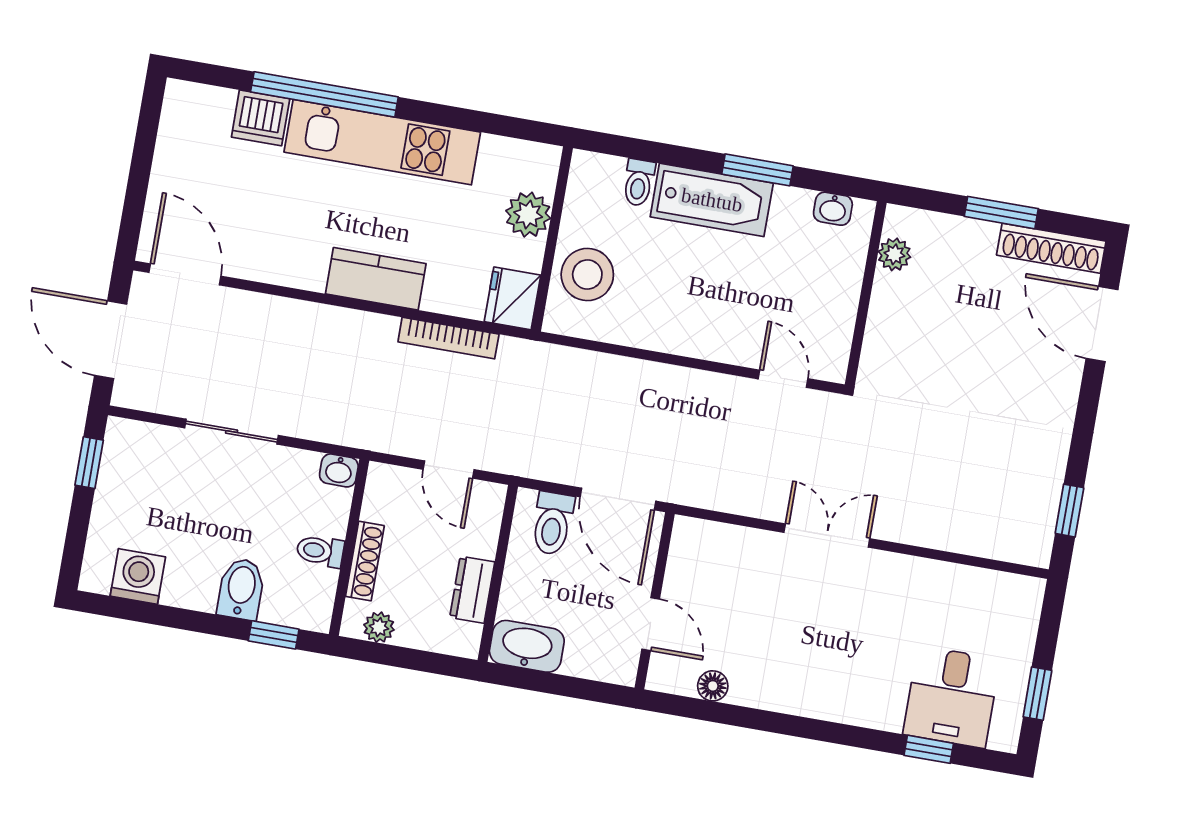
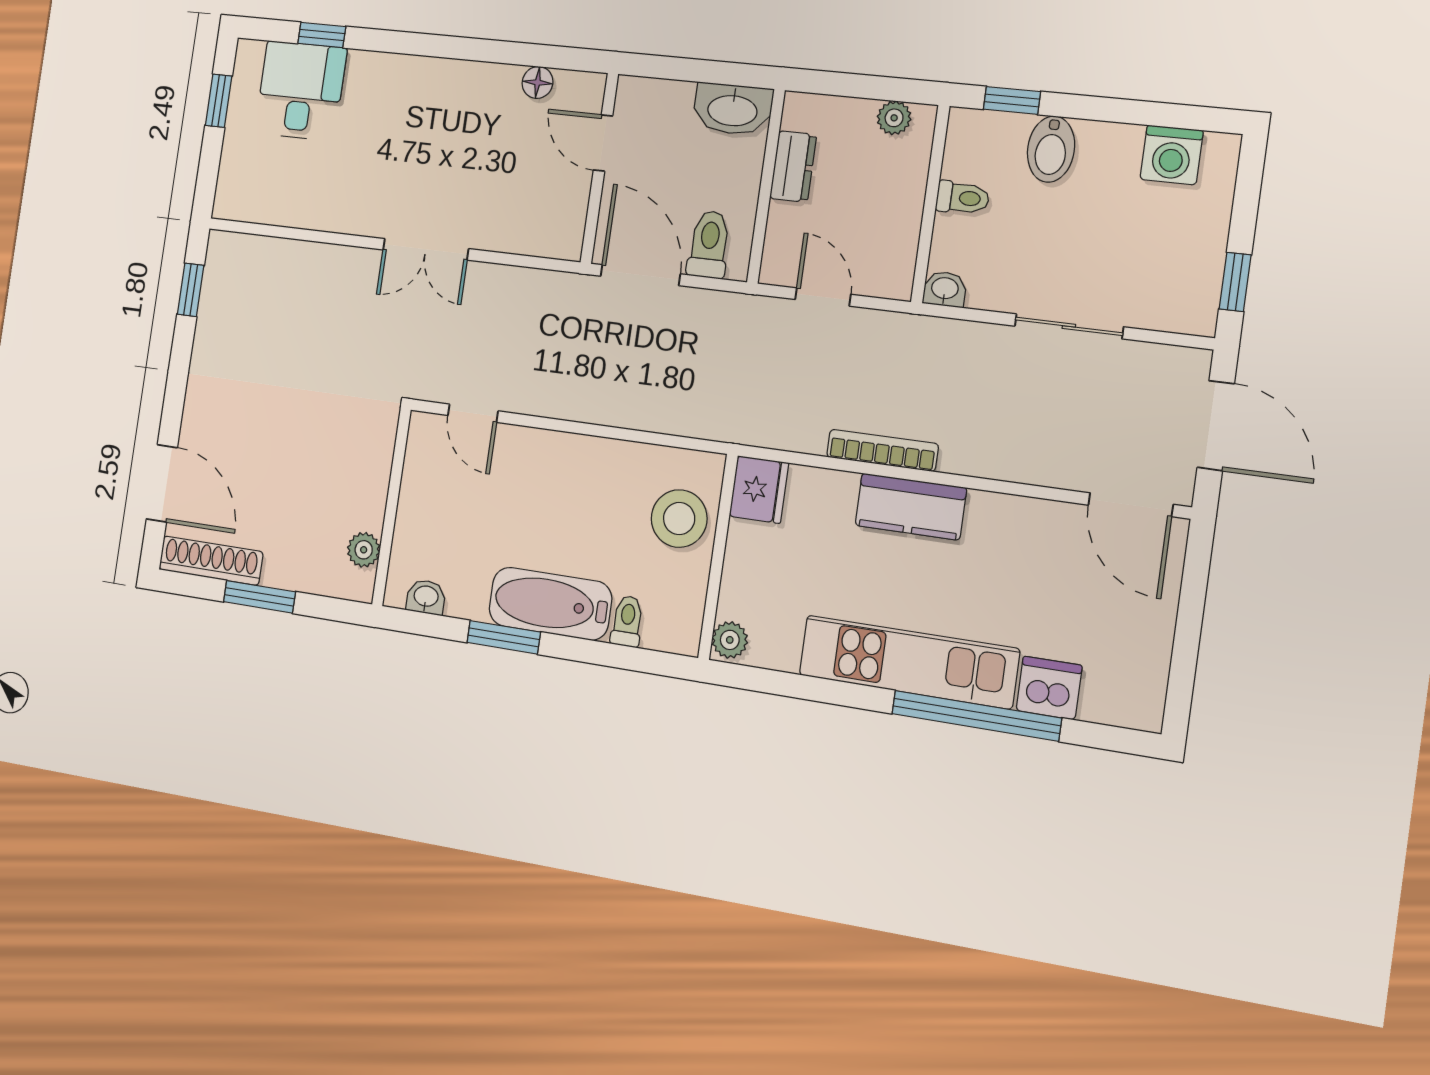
plant: (528, 215) -> (730, 640), moved, width x0.73, depth x0.73
bookcase: (448, 338) -> (882, 450), moved
shoe rack: (365, 561) -> (912, 190), removed

